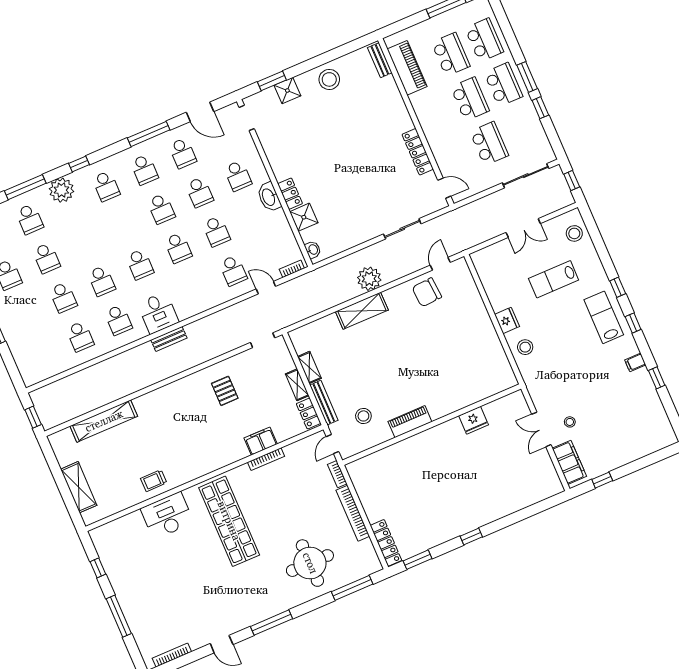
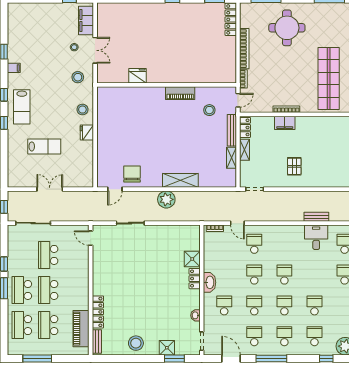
locker: (418, 152) -> (98, 312), moved
stool: (574, 233) -> (78, 77), moved
washbasin: (313, 250) -> (195, 315), moved
school desk: (140, 264) -> (314, 305), moved
chair: (427, 292) -> (132, 174), turned -86

